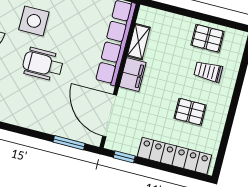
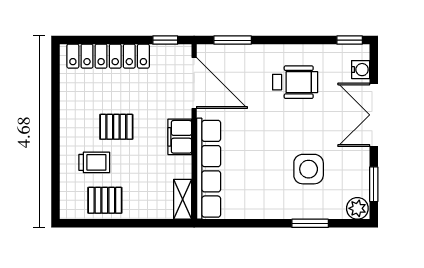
shelving: (139, 42) -> (183, 199), moved
wheelchair: (43, 64) -> (295, 82), moved
pallet: (190, 112) -> (116, 127), moved

